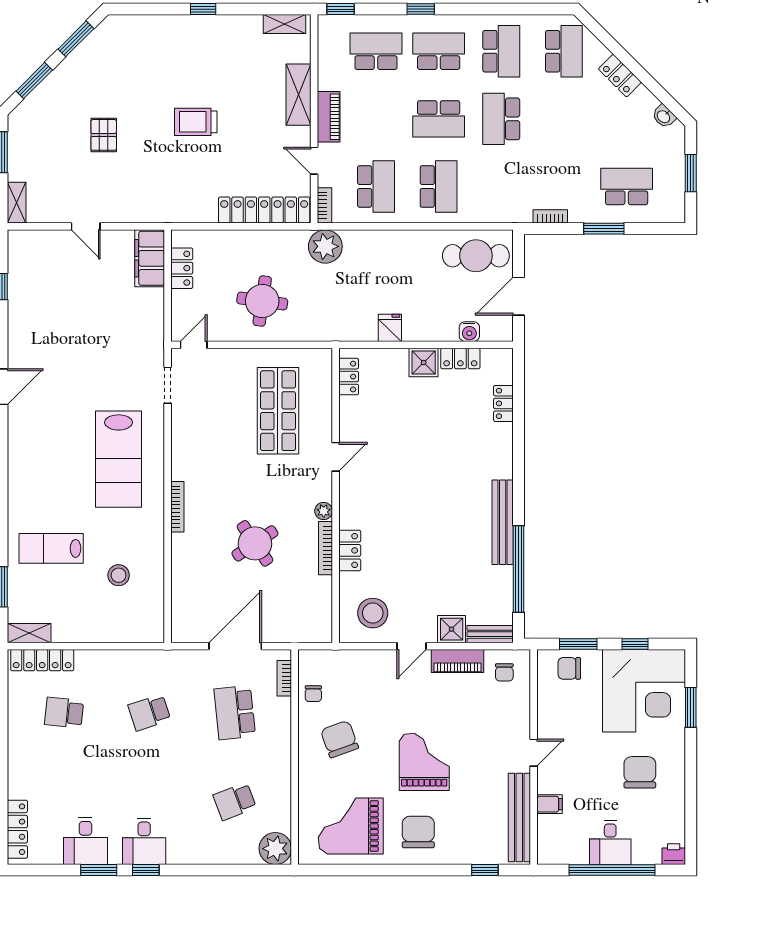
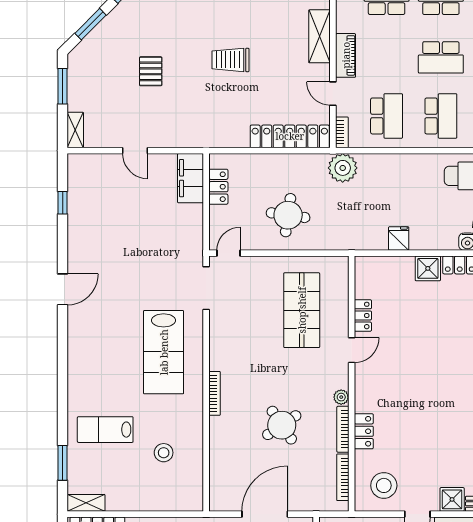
locker: (349, 377) -> (363, 315), moved
doorway: (168, 385) -> (206, 288), width x1.38
bookcase: (325, 604) -> (343, 477), added

